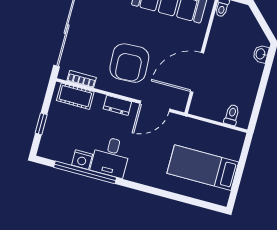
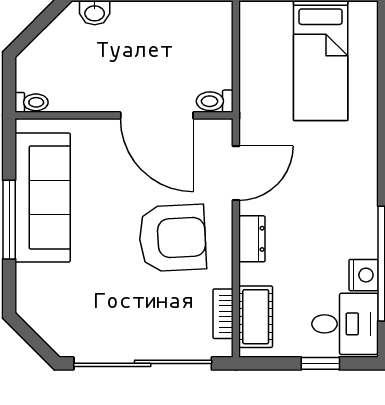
door: (155, 106) -> (236, 173), hinge flipped
toilet: (232, 115) -> (215, 101), moved
desk: (111, 157) -> (345, 324), moved

